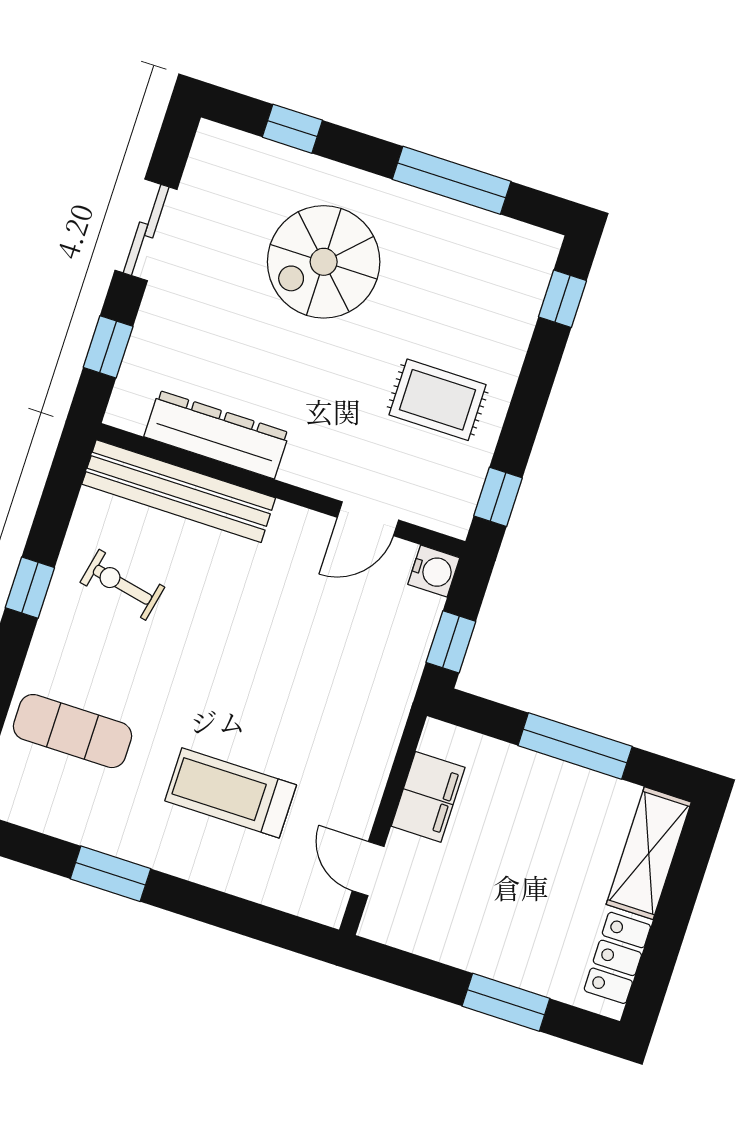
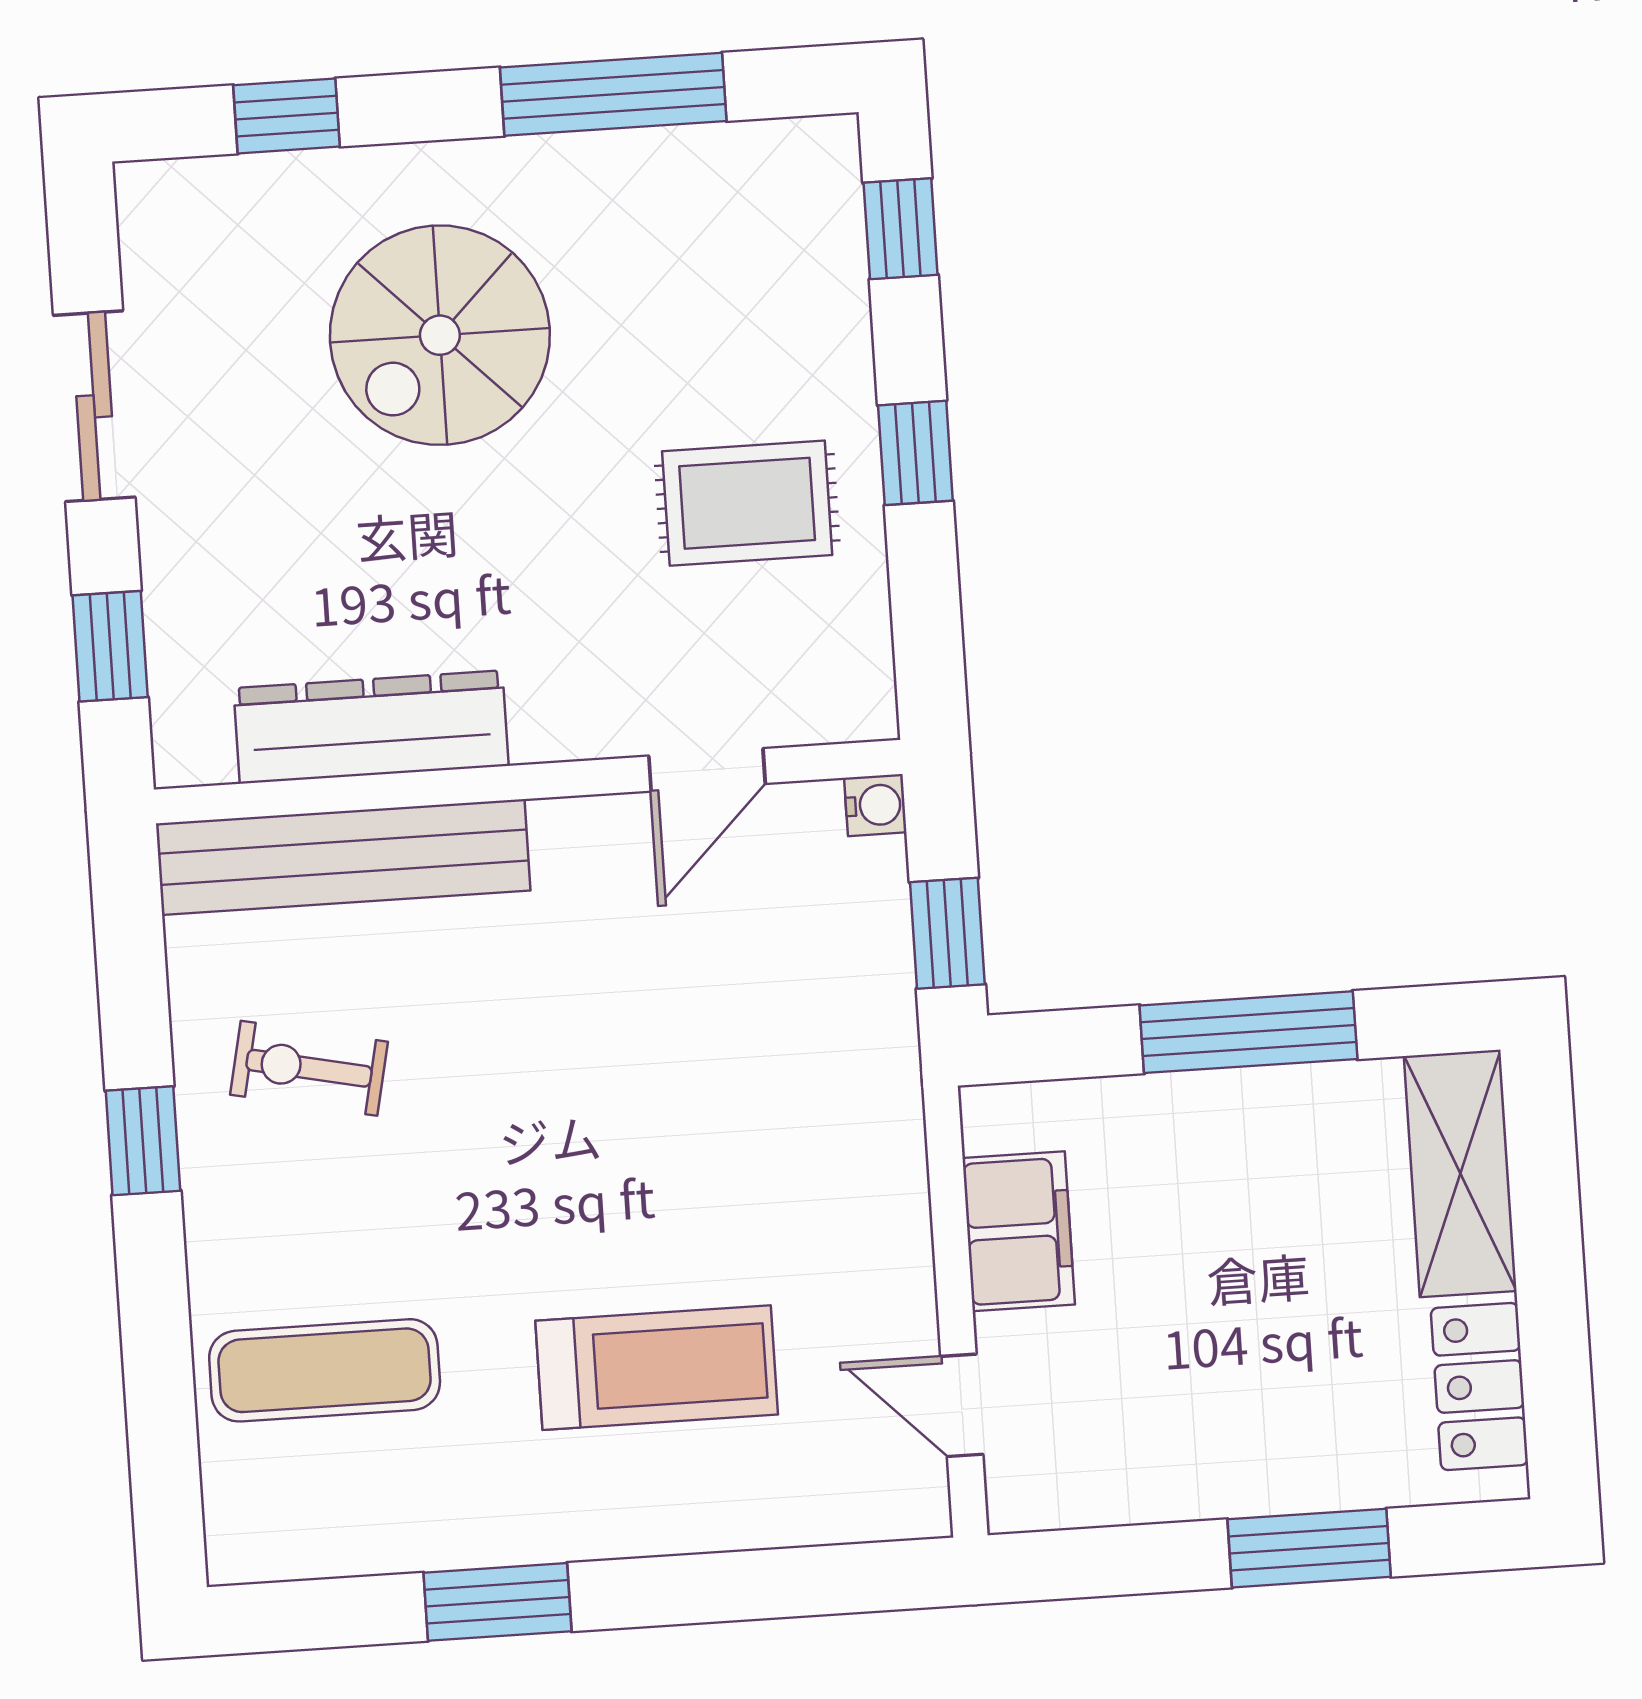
window: (498, 497) -> (915, 453), moved
water cooler: (434, 571) -> (875, 805), width x0.72, depth x0.72
treadmill: (231, 793) -> (657, 1368), turned 180

